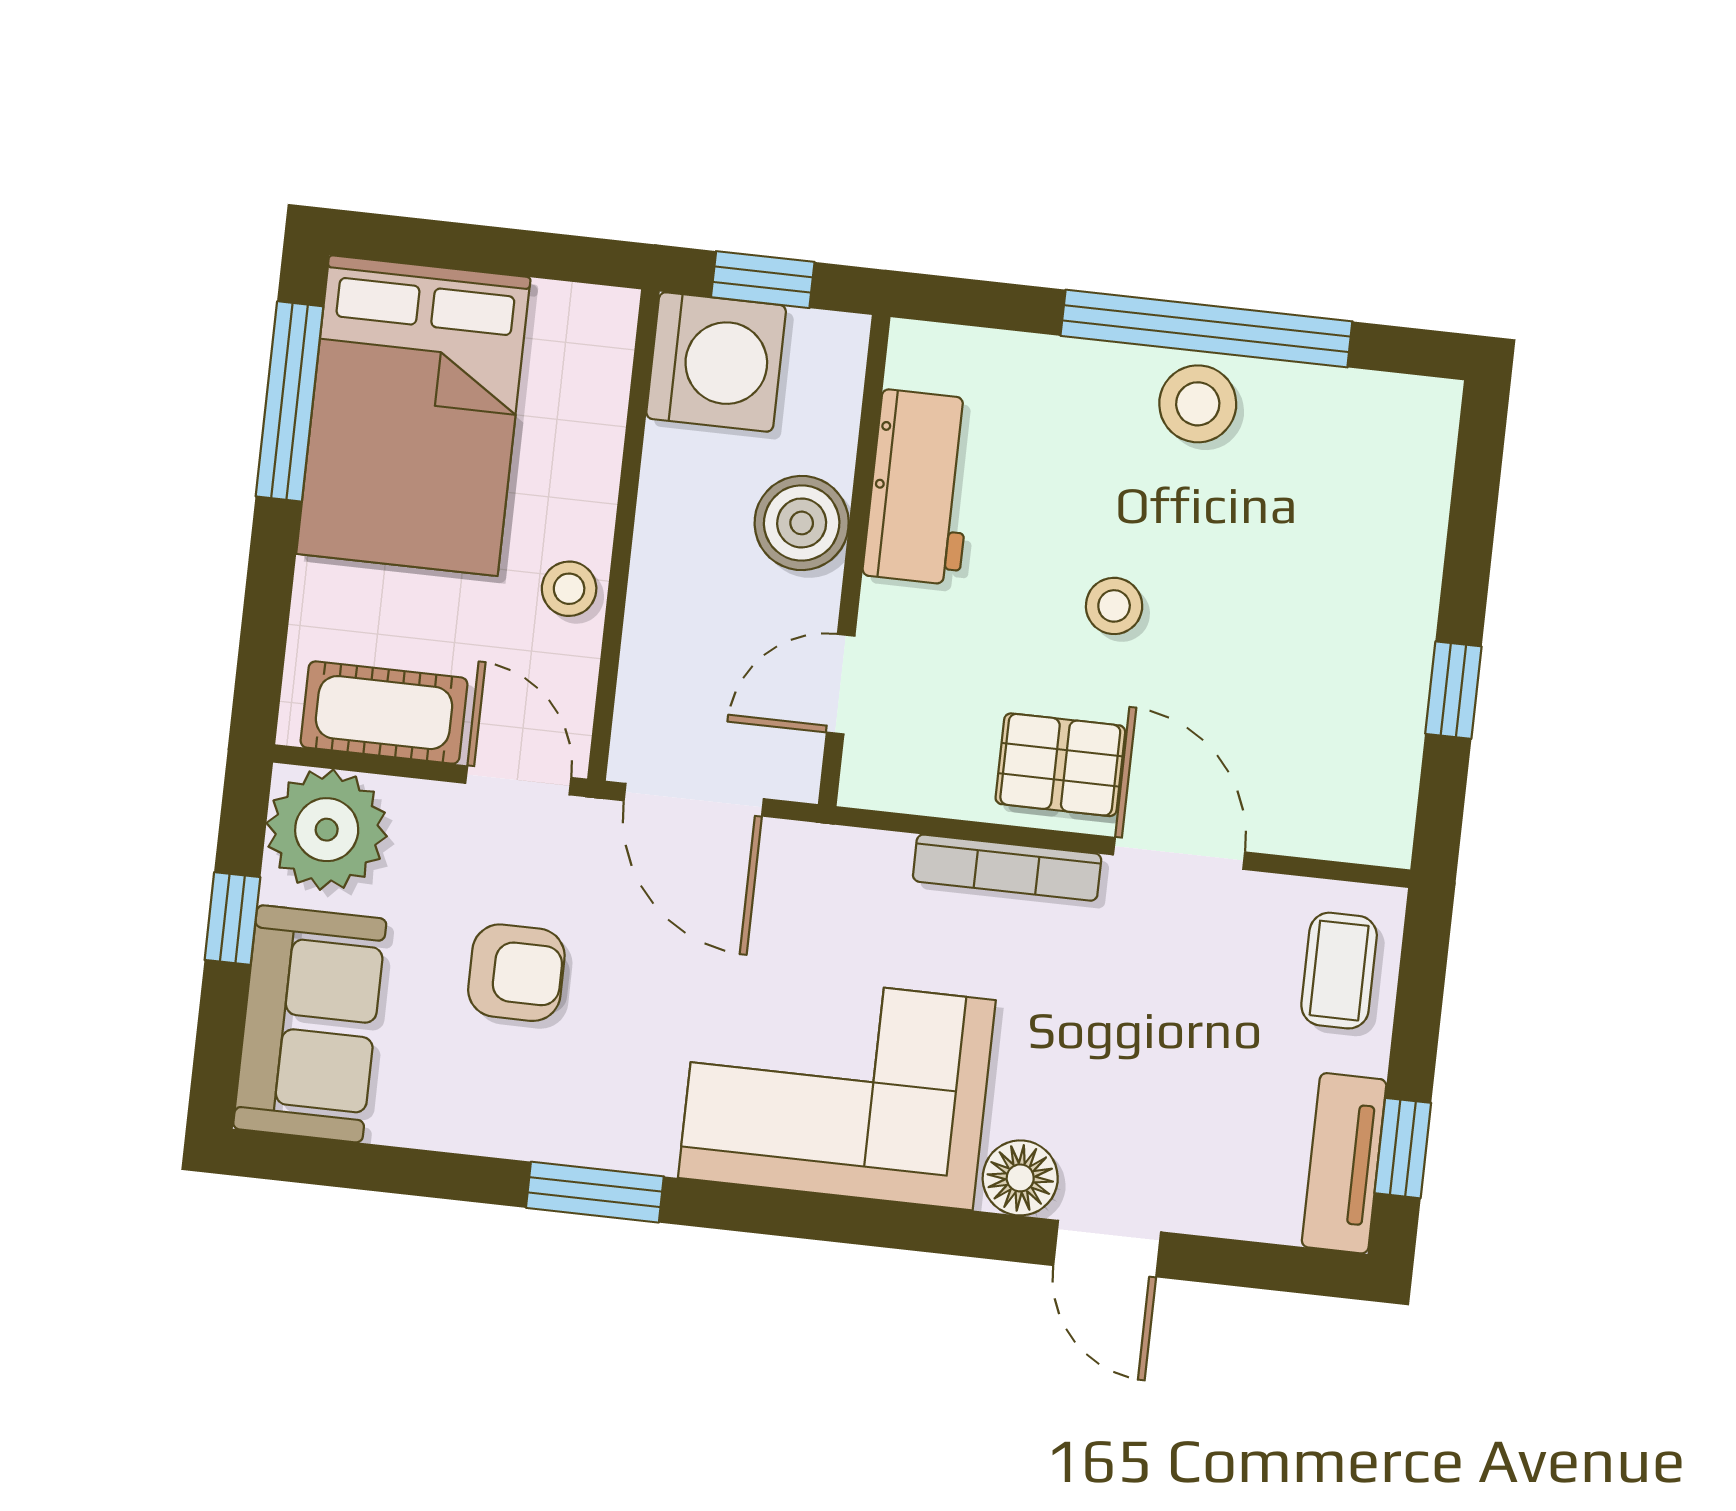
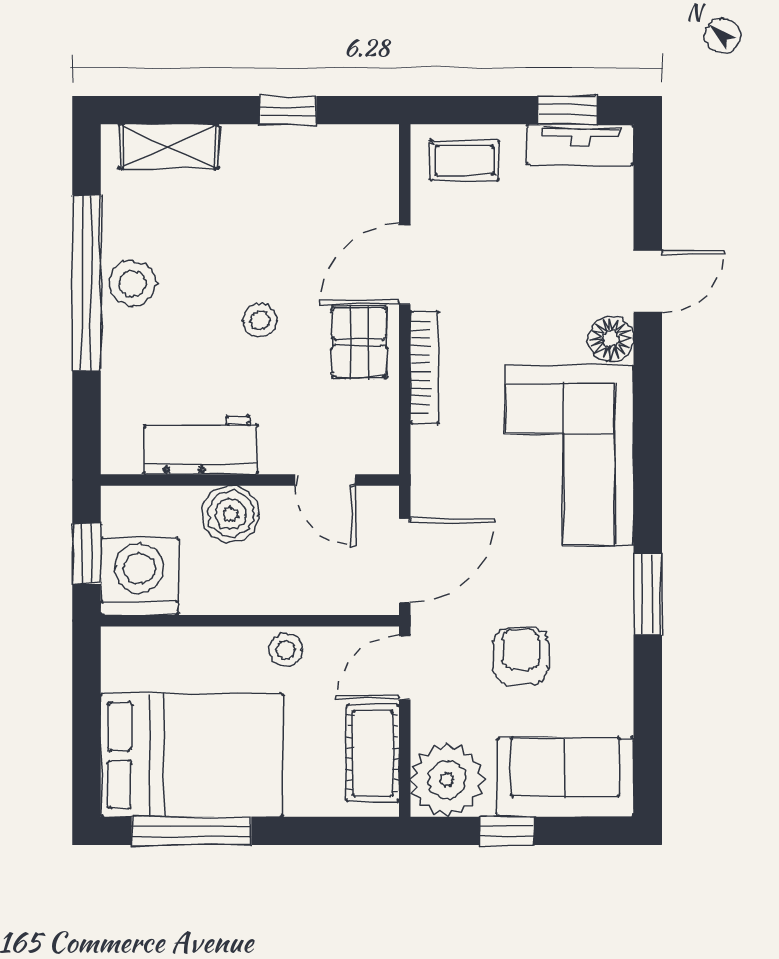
shelving: (1415, 488) -> (169, 147), added

